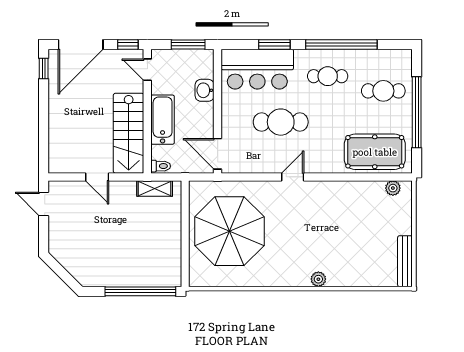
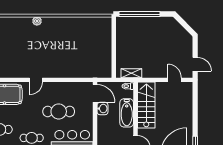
washbasin: (205, 90) -> (102, 109), moved
door: (97, 177) -> (175, 80), moved
door: (293, 177) -> (36, 80), moved
parasol: (229, 231) -> (88, 49), removed

